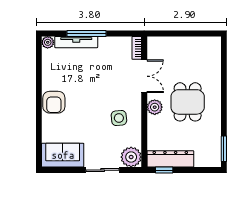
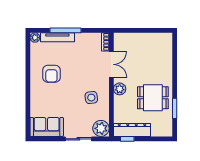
armchair: (54, 102) -> (51, 74), moved
dining table: (188, 102) -> (153, 98), moved, turned 90
window: (224, 149) -> (175, 108), moved

